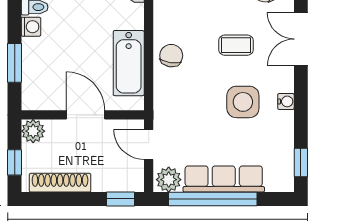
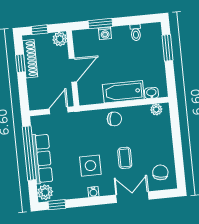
washing machine: (31, 27) -> (105, 33), moved
bathtub: (129, 63) -> (123, 92), moved
plant: (169, 180) -> (45, 192), moved
window: (121, 199) -> (20, 63), moved

